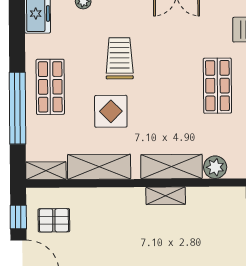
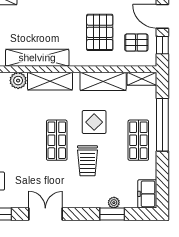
shop shelf: (217, 86) -> (57, 140), moved
shelving: (166, 196) -> (37, 58), width x2.20, depth x1.33
pallet: (104, 234) -> (100, 32), added

